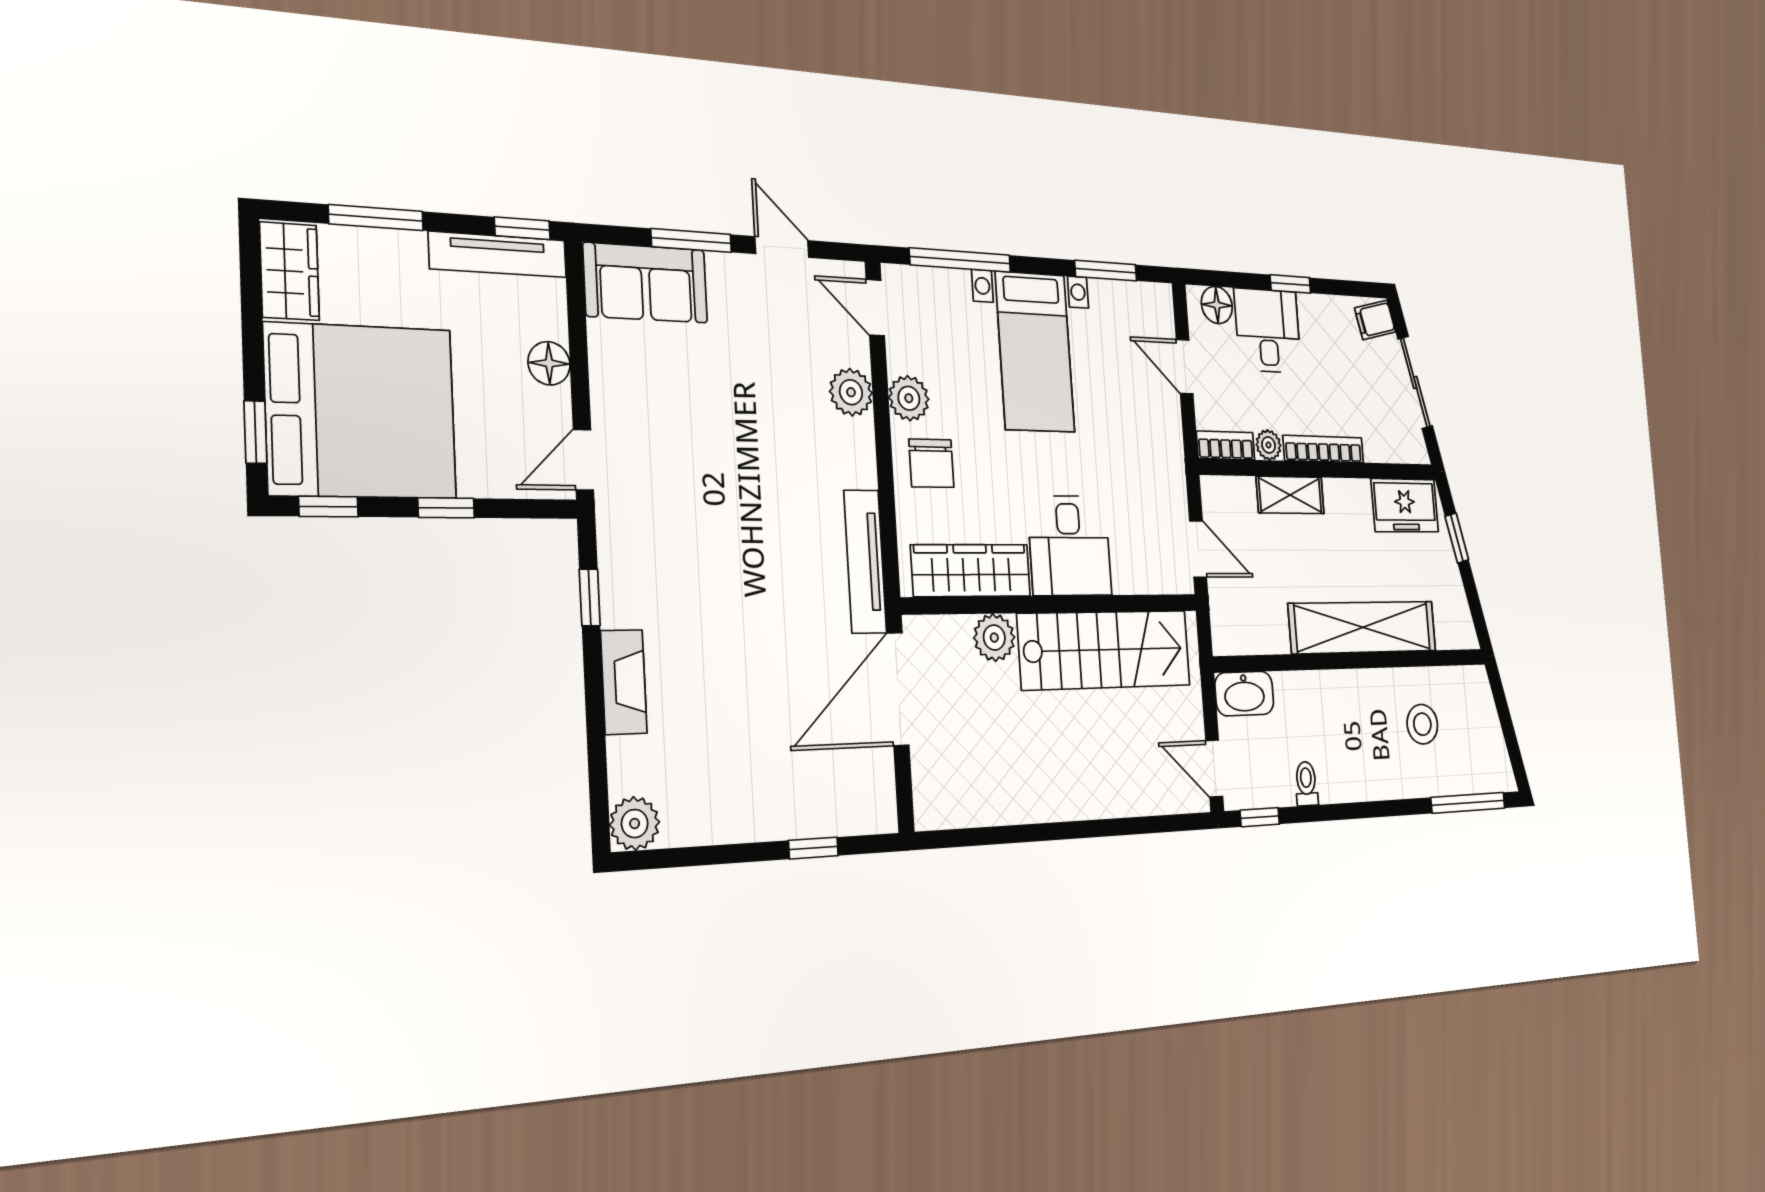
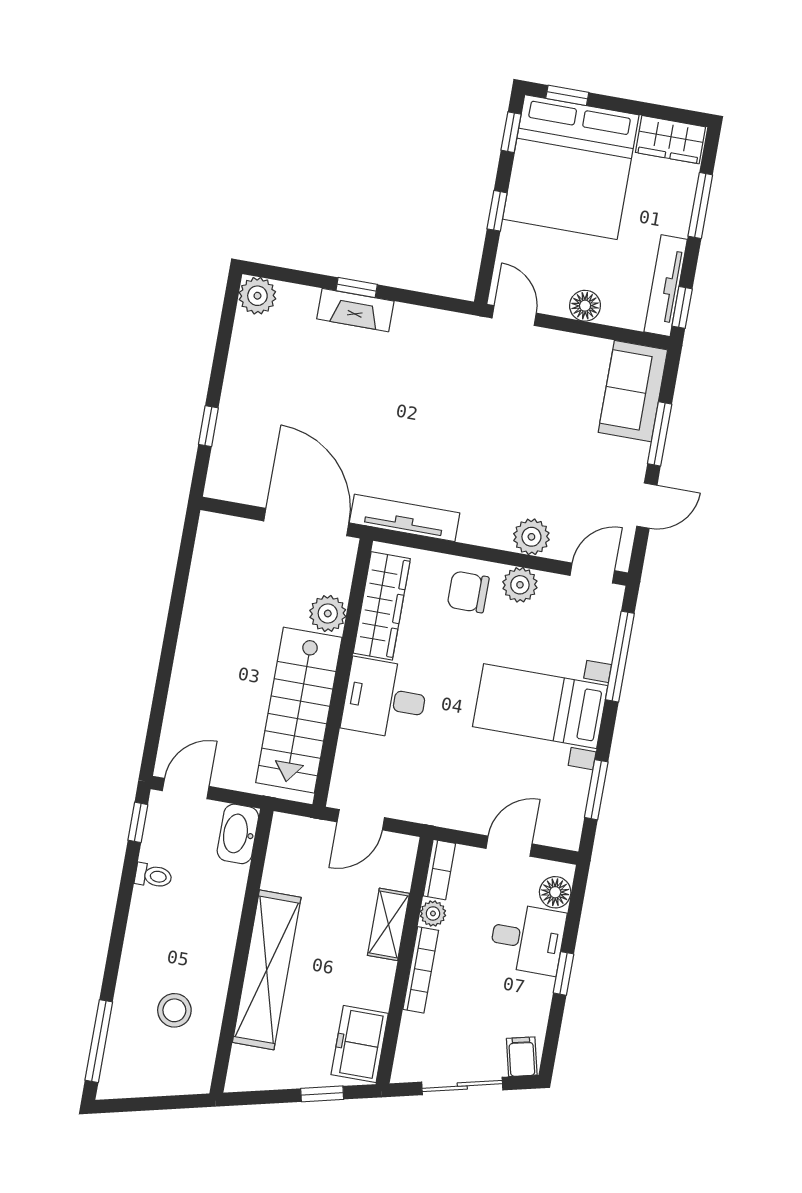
window: (590, 597) -> (357, 288), moved

